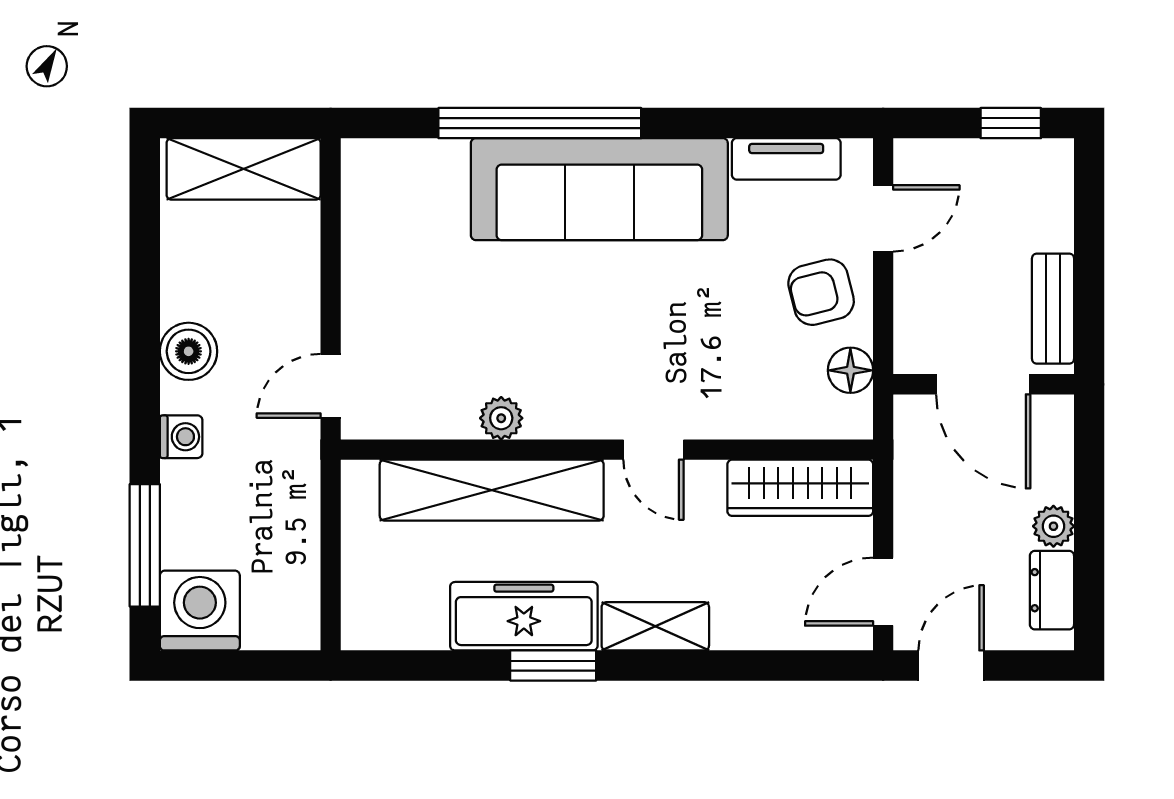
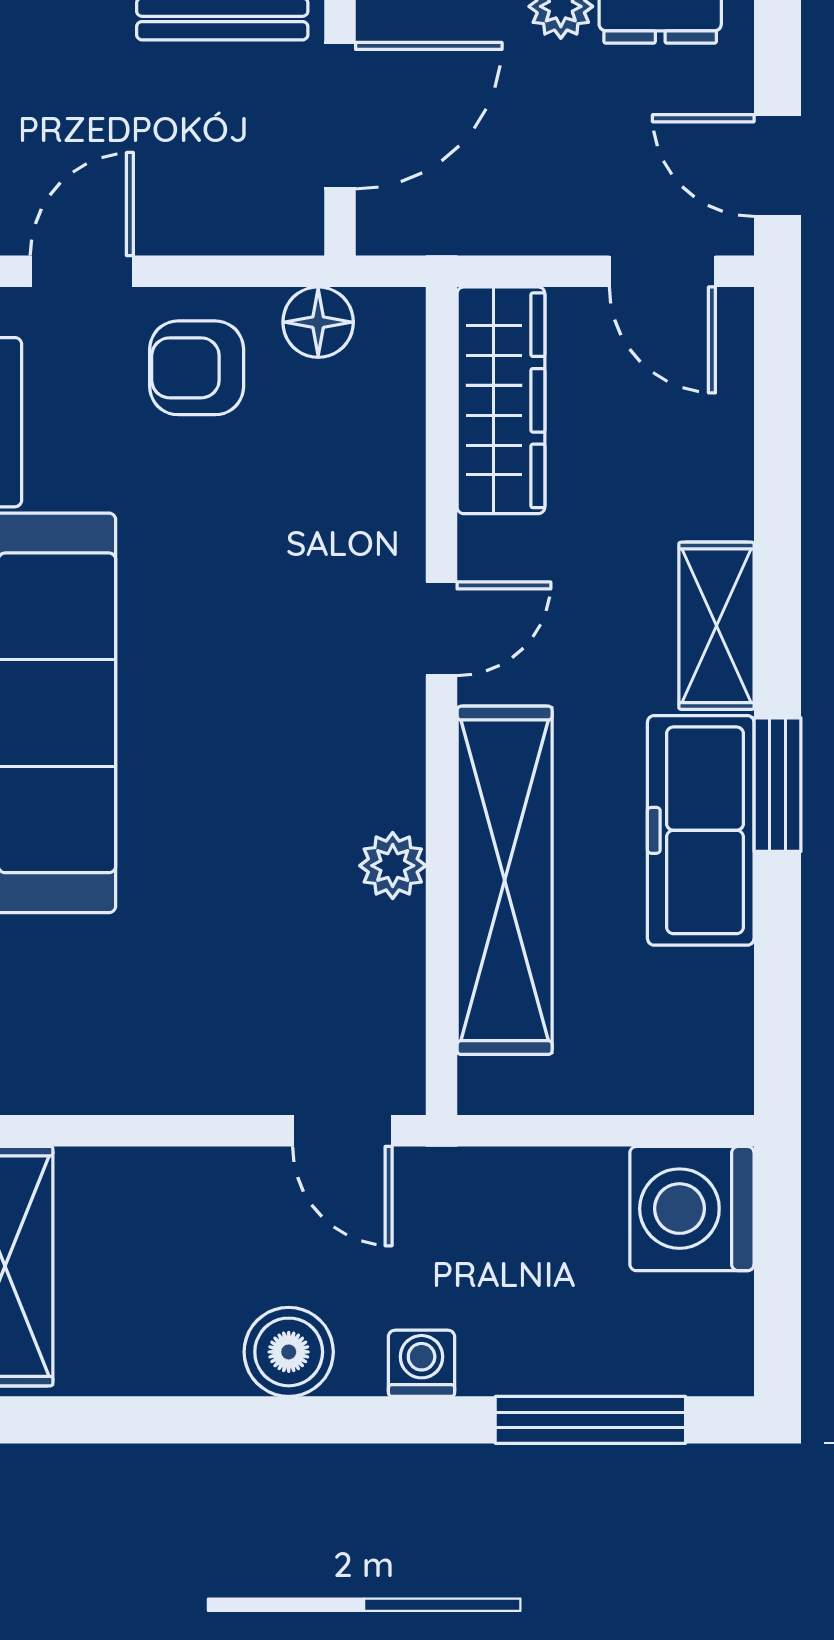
door: (883, 218) -> (82, 271), hinge flipped
armchair: (821, 292) -> (197, 368), turned 104
washing machine: (200, 611) -> (692, 1209), moved

